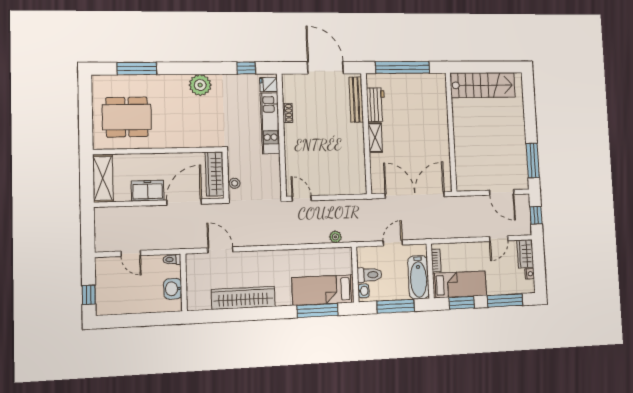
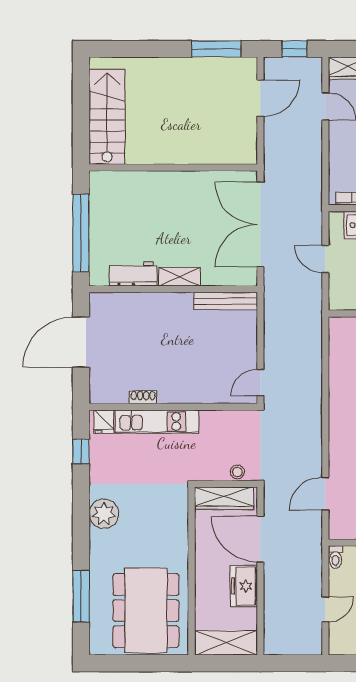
bench: (356, 100) -> (226, 301), moved
dining table: (127, 117) -> (146, 611), width x1.36, depth x1.24
plant: (335, 237) -> (314, 338), removed

